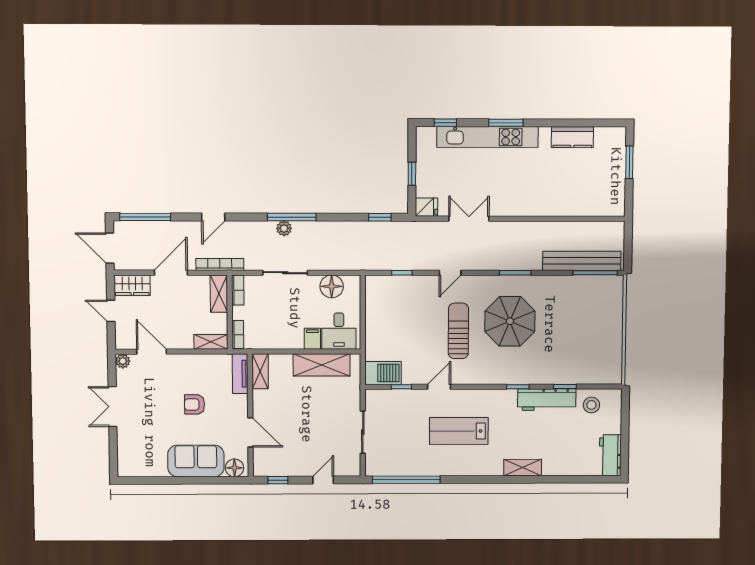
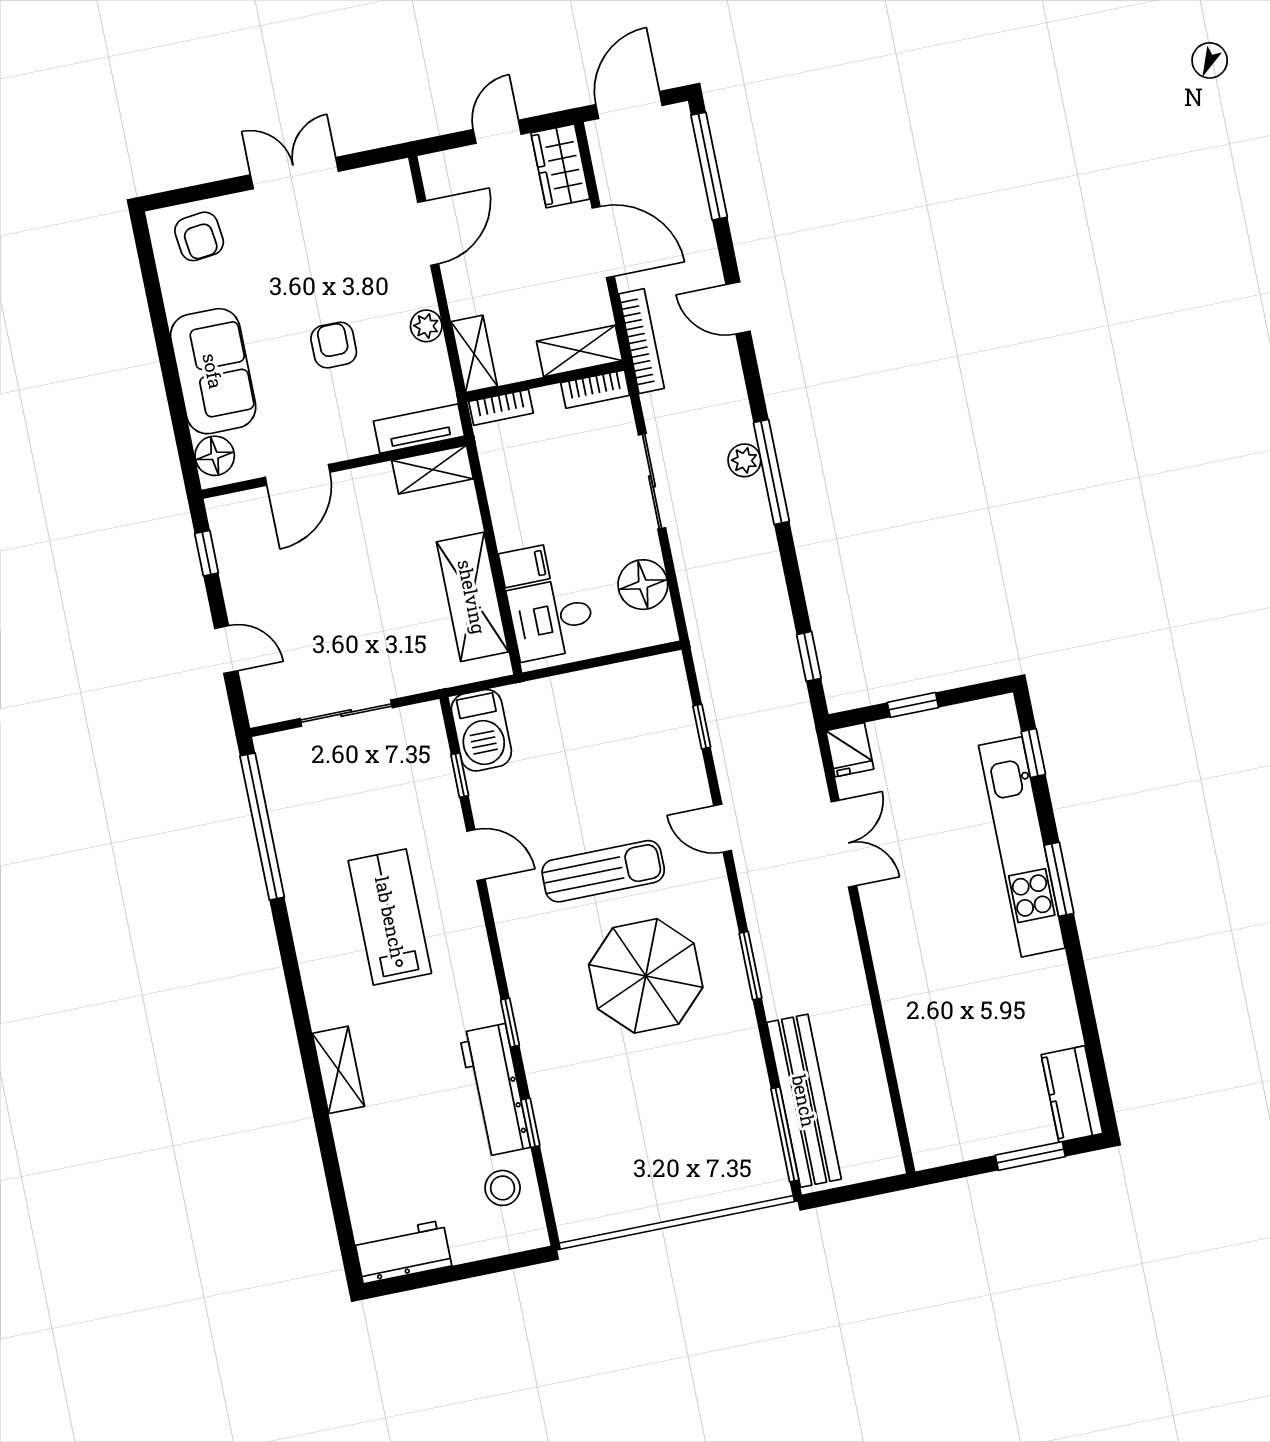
kitchen counter: (572, 137) -> (1072, 1094), moved
plant: (123, 361) -> (426, 326), moved
armchair: (133, 455) -> (199, 236), added

